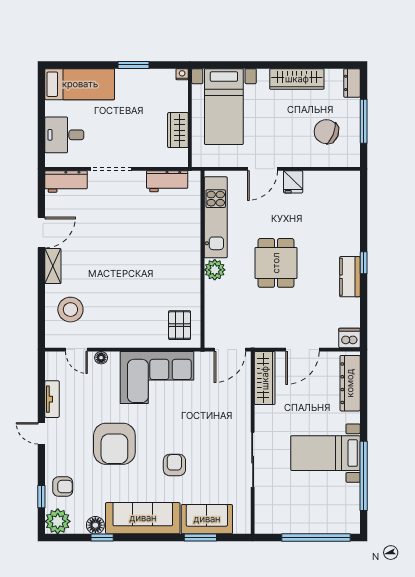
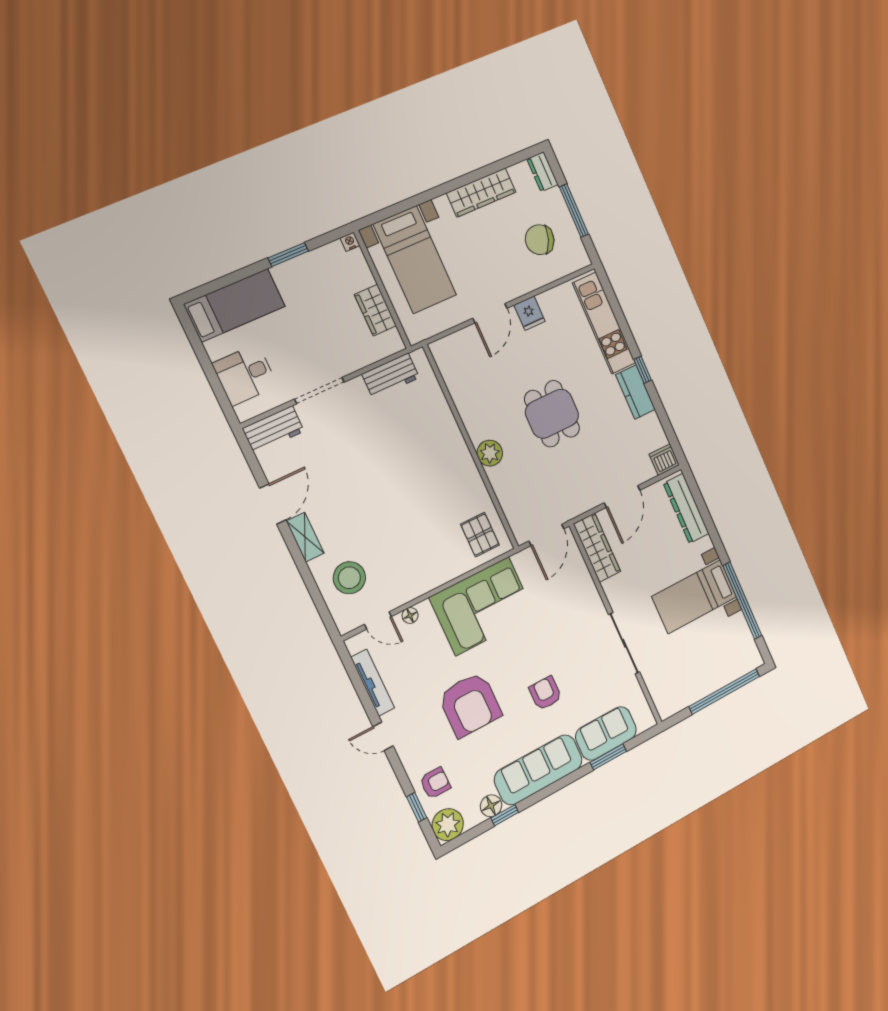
kitchen unit: (216, 217) -> (604, 323), moved, turned 180
tv unit: (52, 399) -> (373, 683), width x1.41

